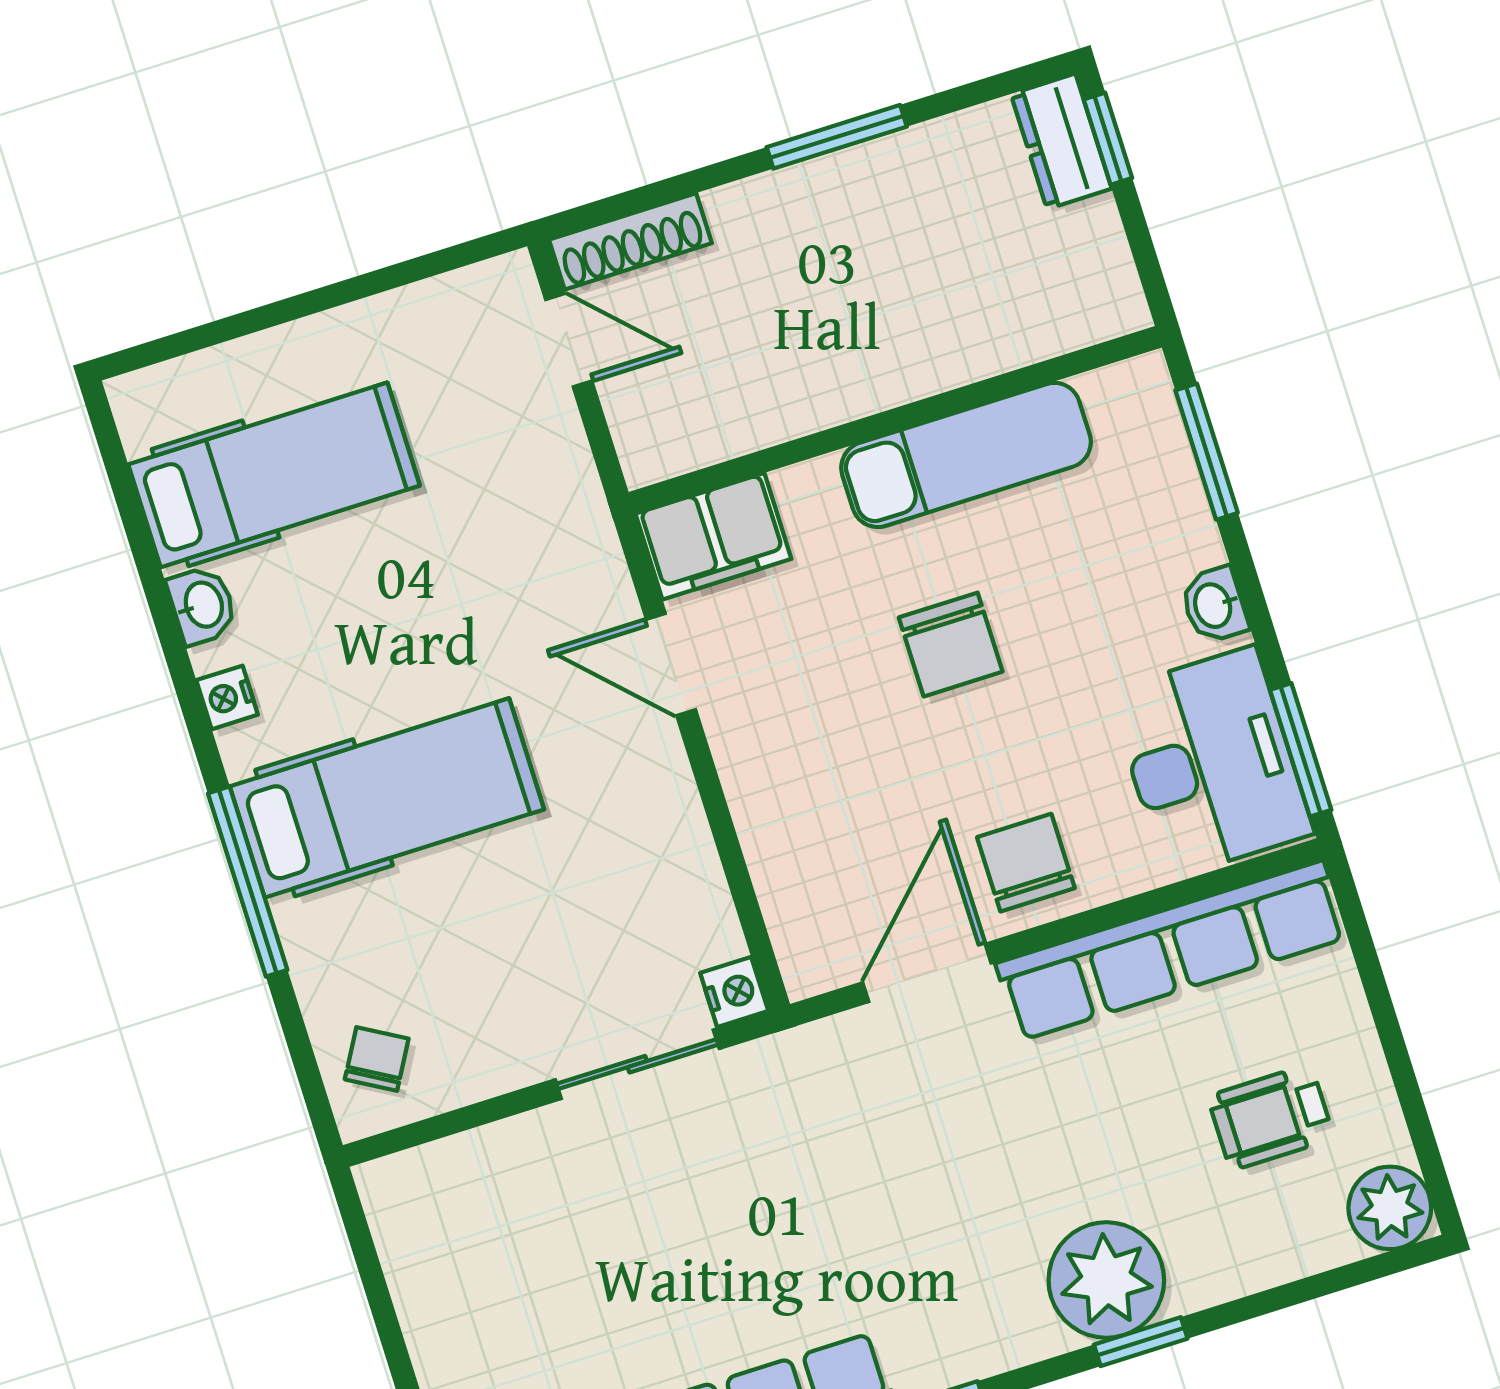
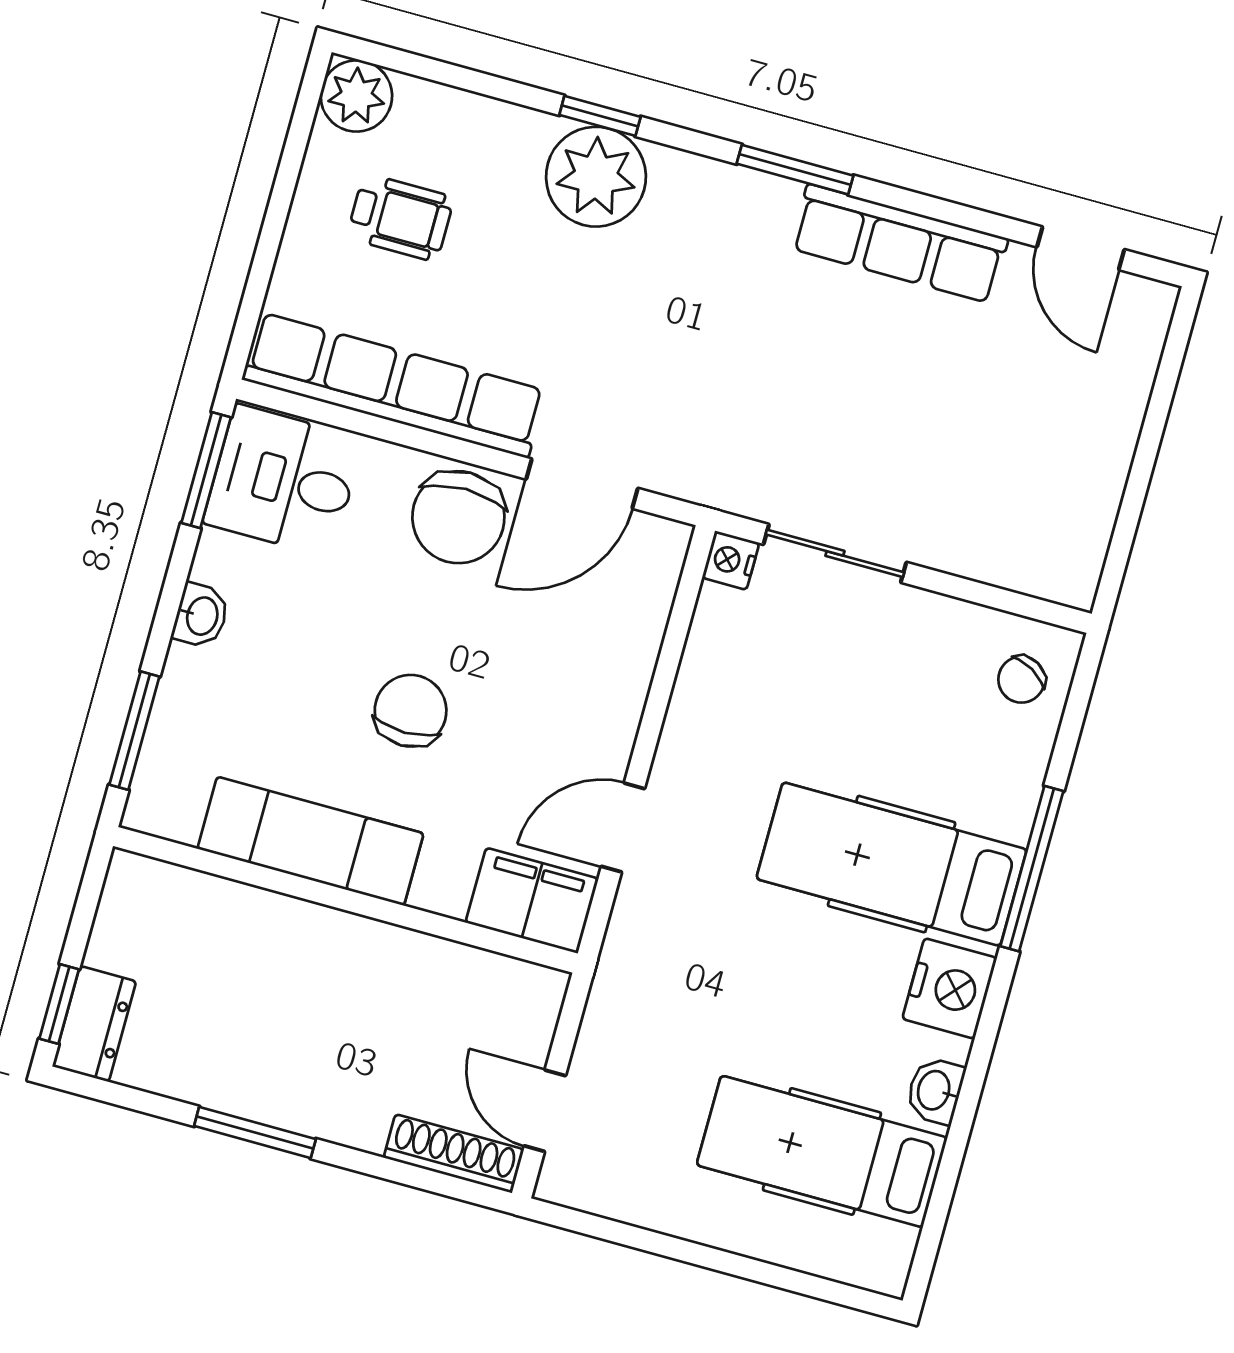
door: (671, 665) -> (623, 828), swing flipped
nightstand: (227, 697) -> (950, 988), width x1.89, depth x1.79
desk: (1211, 762) -> (283, 481), width x0.73
chair: (1026, 863) -> (458, 517), width x1.37, depth x1.37

